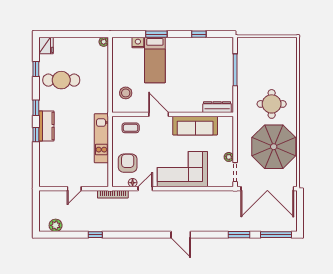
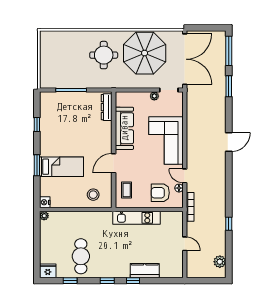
nightstand: (138, 42) -> (45, 202), moved
kitchen counter: (46, 126) -> (145, 271), moved

